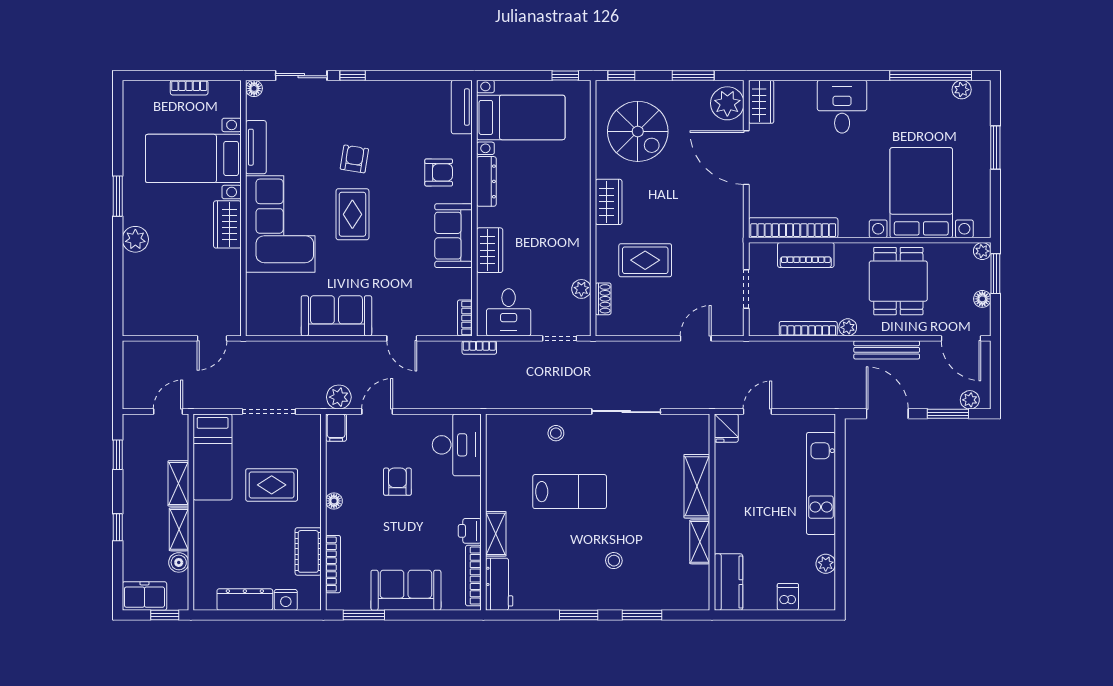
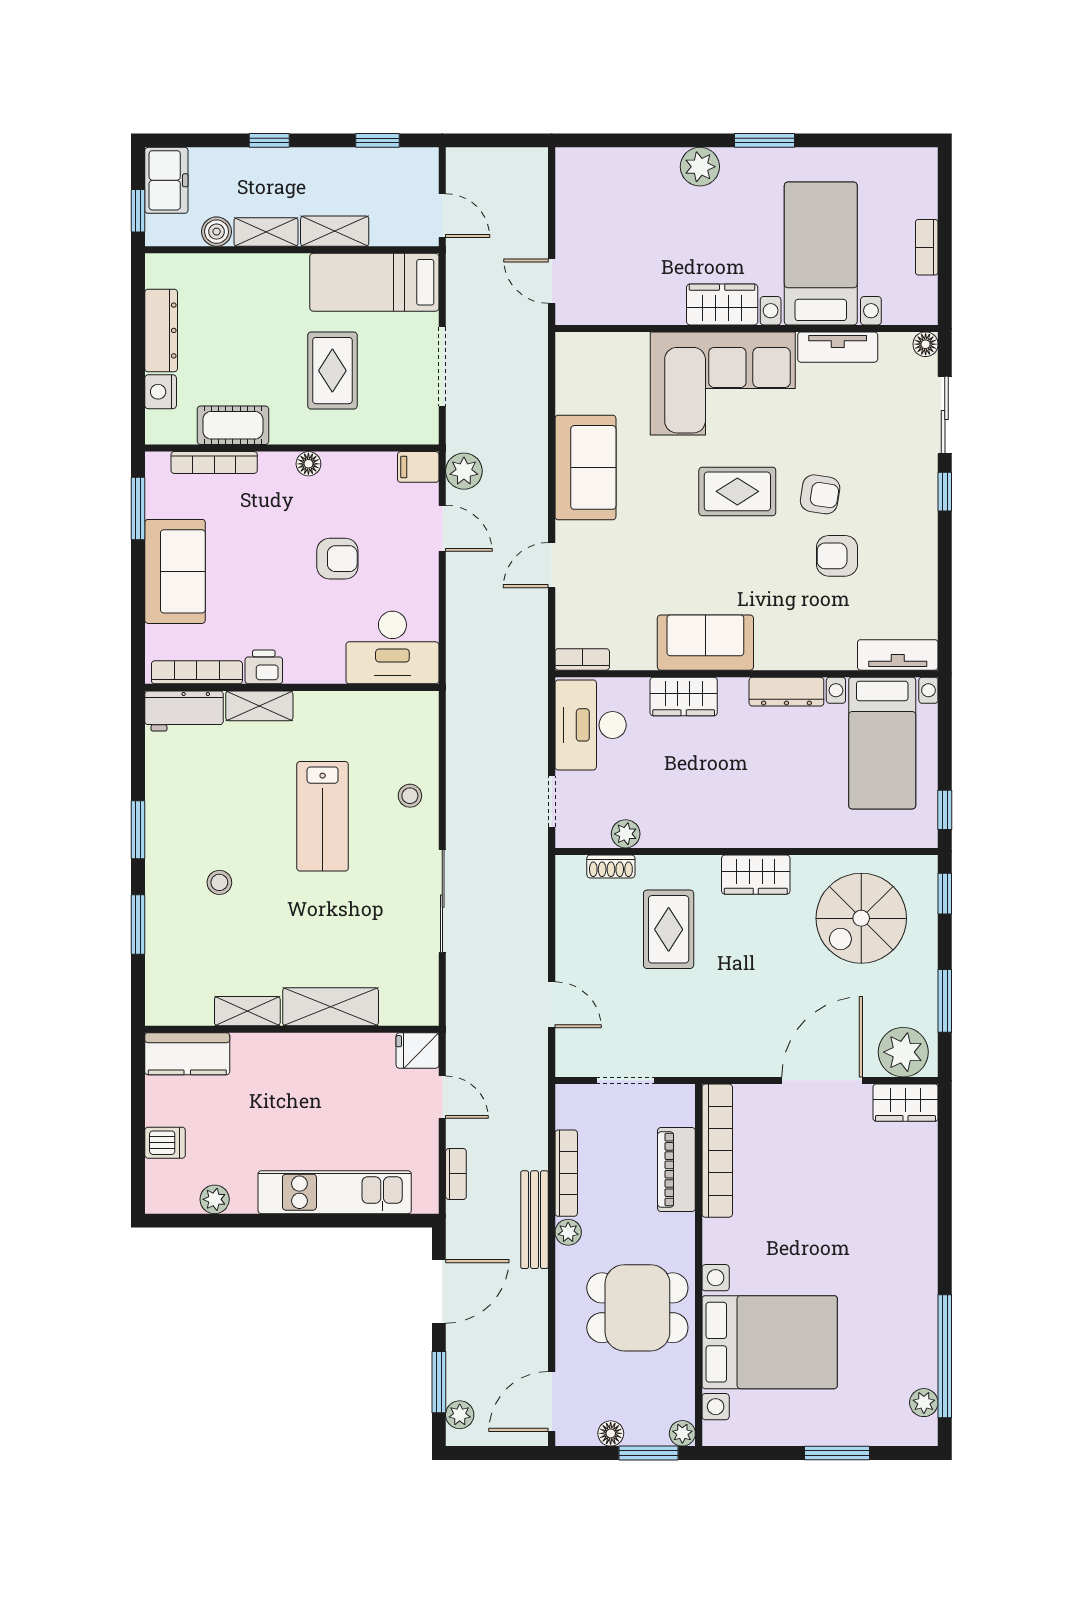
desk: (842, 107) -> (898, 1224), removed
armchair: (439, 172) -> (837, 556), moved, turned 90
desk: (509, 312) -> (591, 725), width x1.37
bookcase: (479, 348) -> (456, 1174), moved, turned 180
bench: (887, 350) -> (535, 1220), moved

